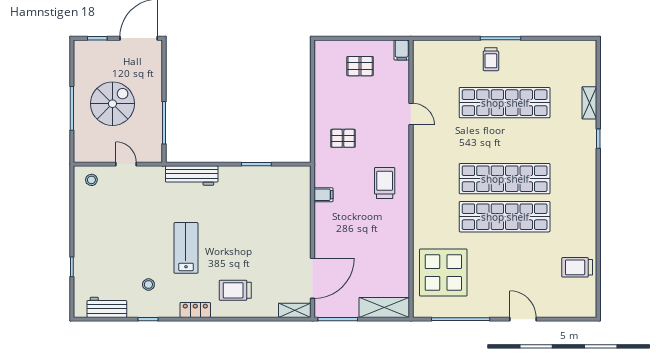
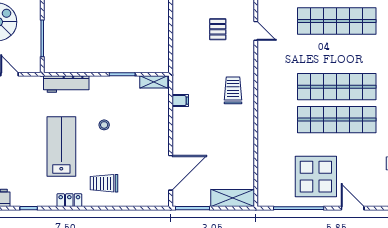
pallet: (343, 138) -> (218, 29), moved, turned 90
lab bench: (186, 248) -> (61, 147), width x1.36, depth x1.39
display table: (443, 273) -> (316, 177), moved
stool: (148, 284) -> (104, 125), moved
shelving: (295, 310) -> (154, 82), moved

